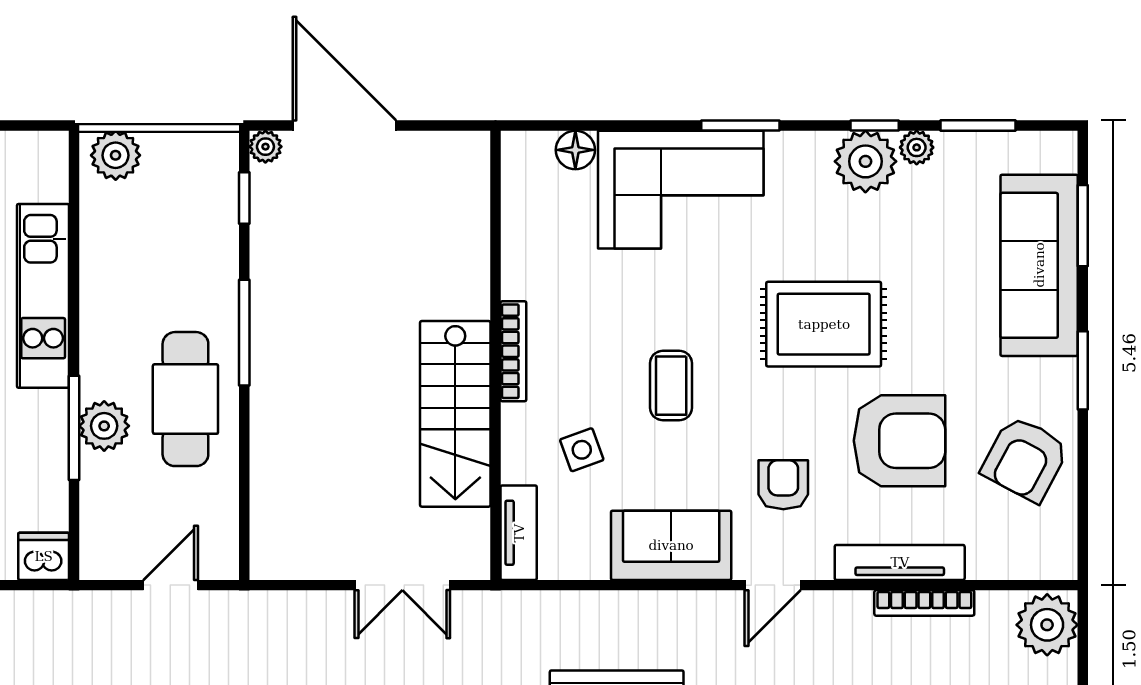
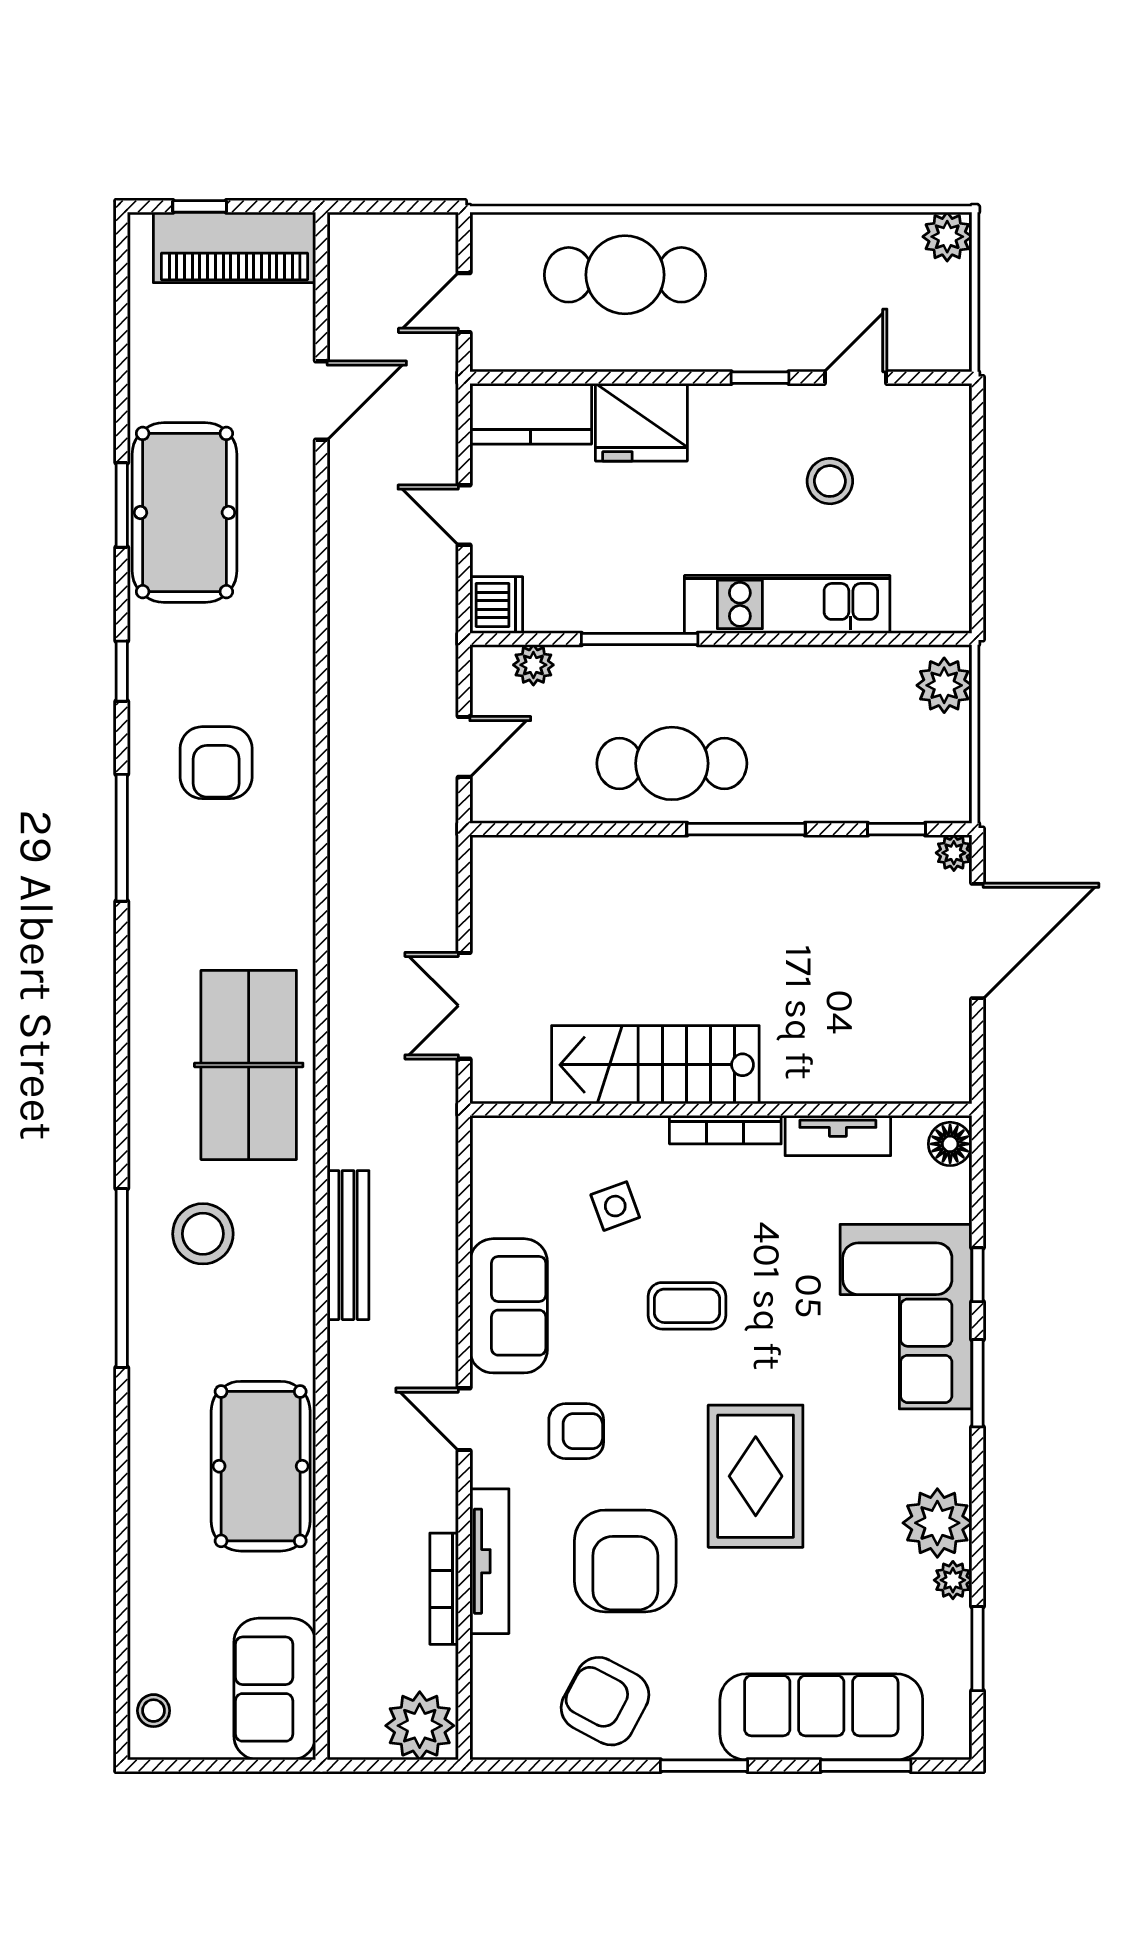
window: (875, 125) -> (977, 1275), moved
floor lamp: (575, 150) -> (950, 1144), moved
plant: (104, 426) -> (533, 665), moved, width x0.73, depth x0.73
tv unit: (519, 533) -> (838, 1136), moved
door: (171, 585) -> (464, 747), hinge flipped

